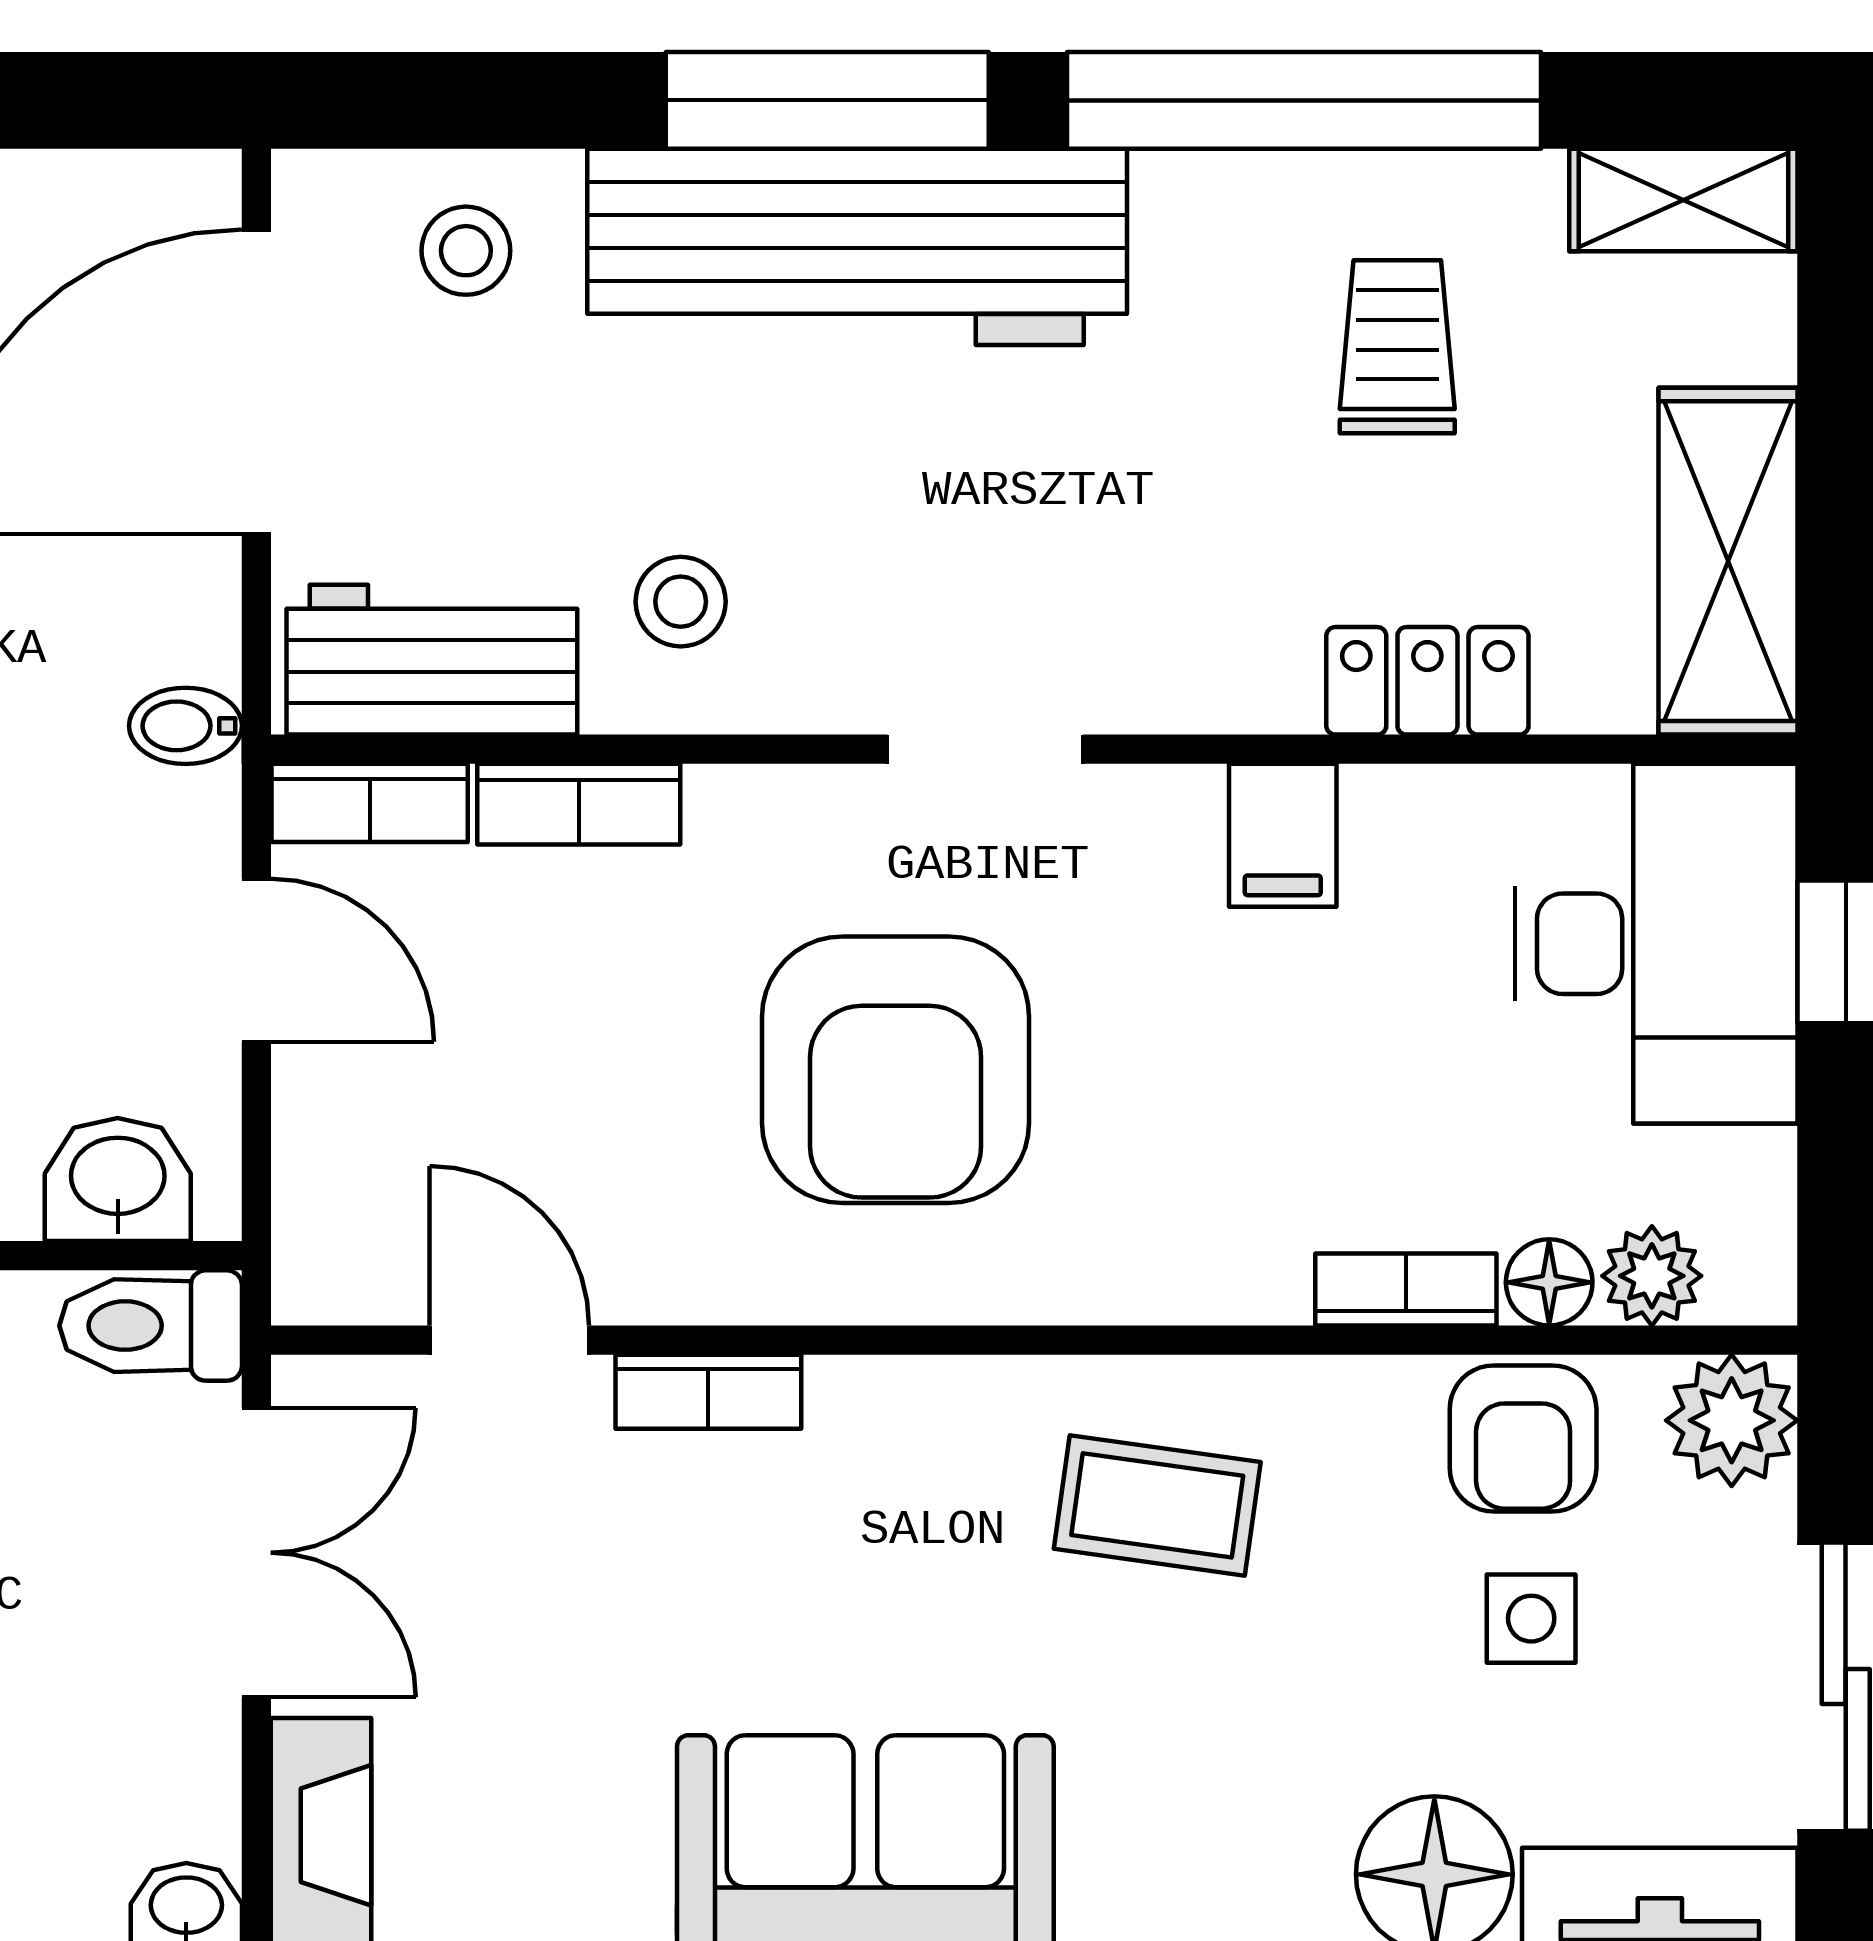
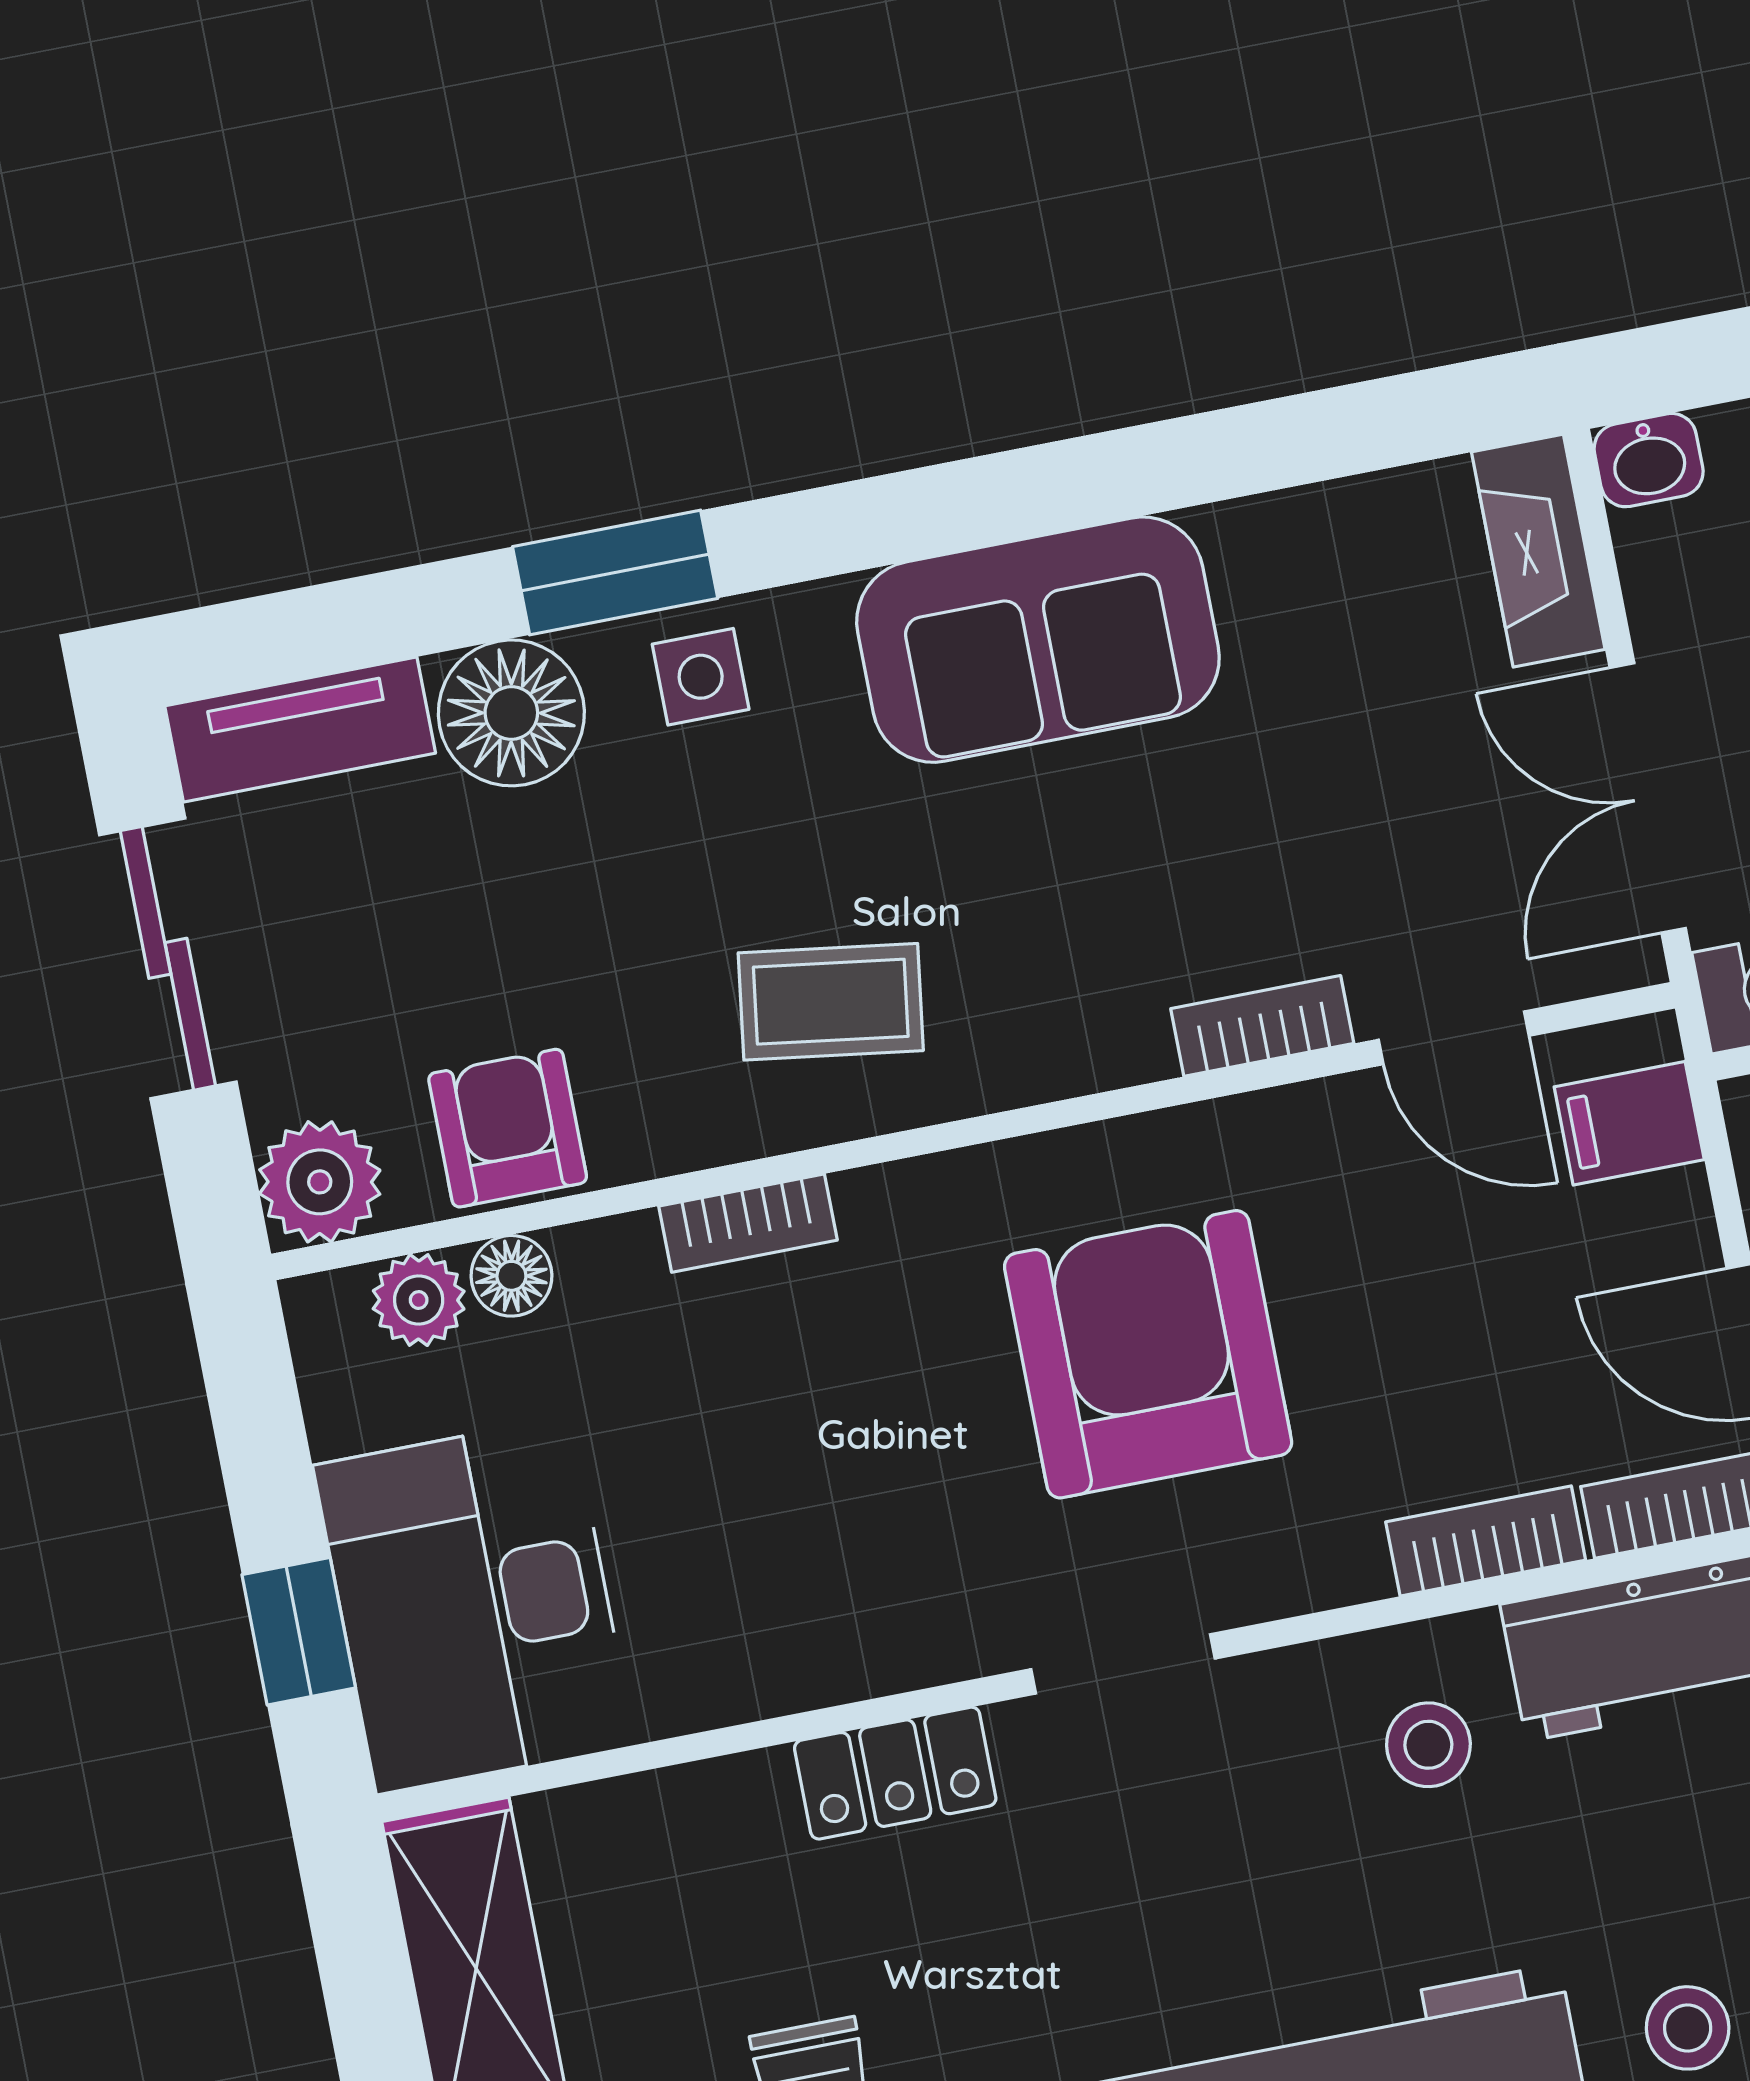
locker: (1427, 681) -> (895, 1773), moved
filing cabinet: (1283, 835) -> (1629, 1123), moved, turned -90
bookcase: (1406, 1289) -> (748, 1223), moved
side table: (1531, 1619) -> (701, 677), moved

